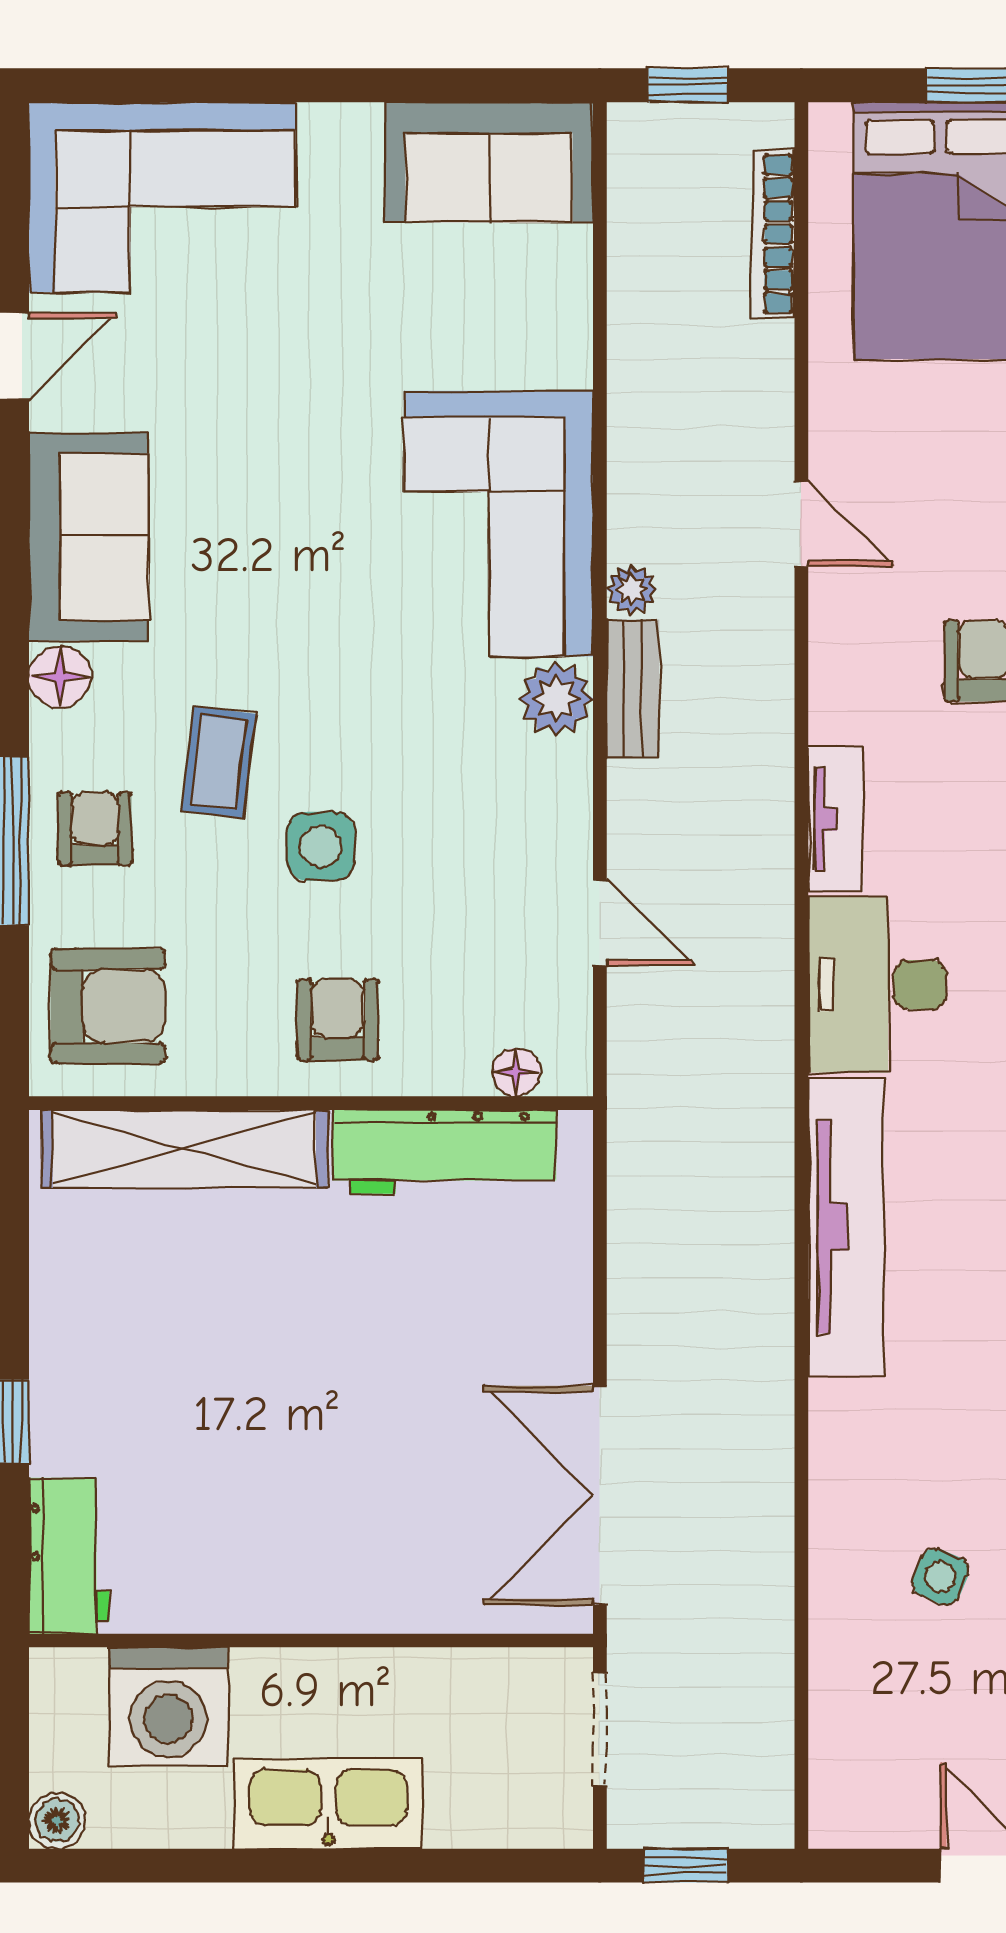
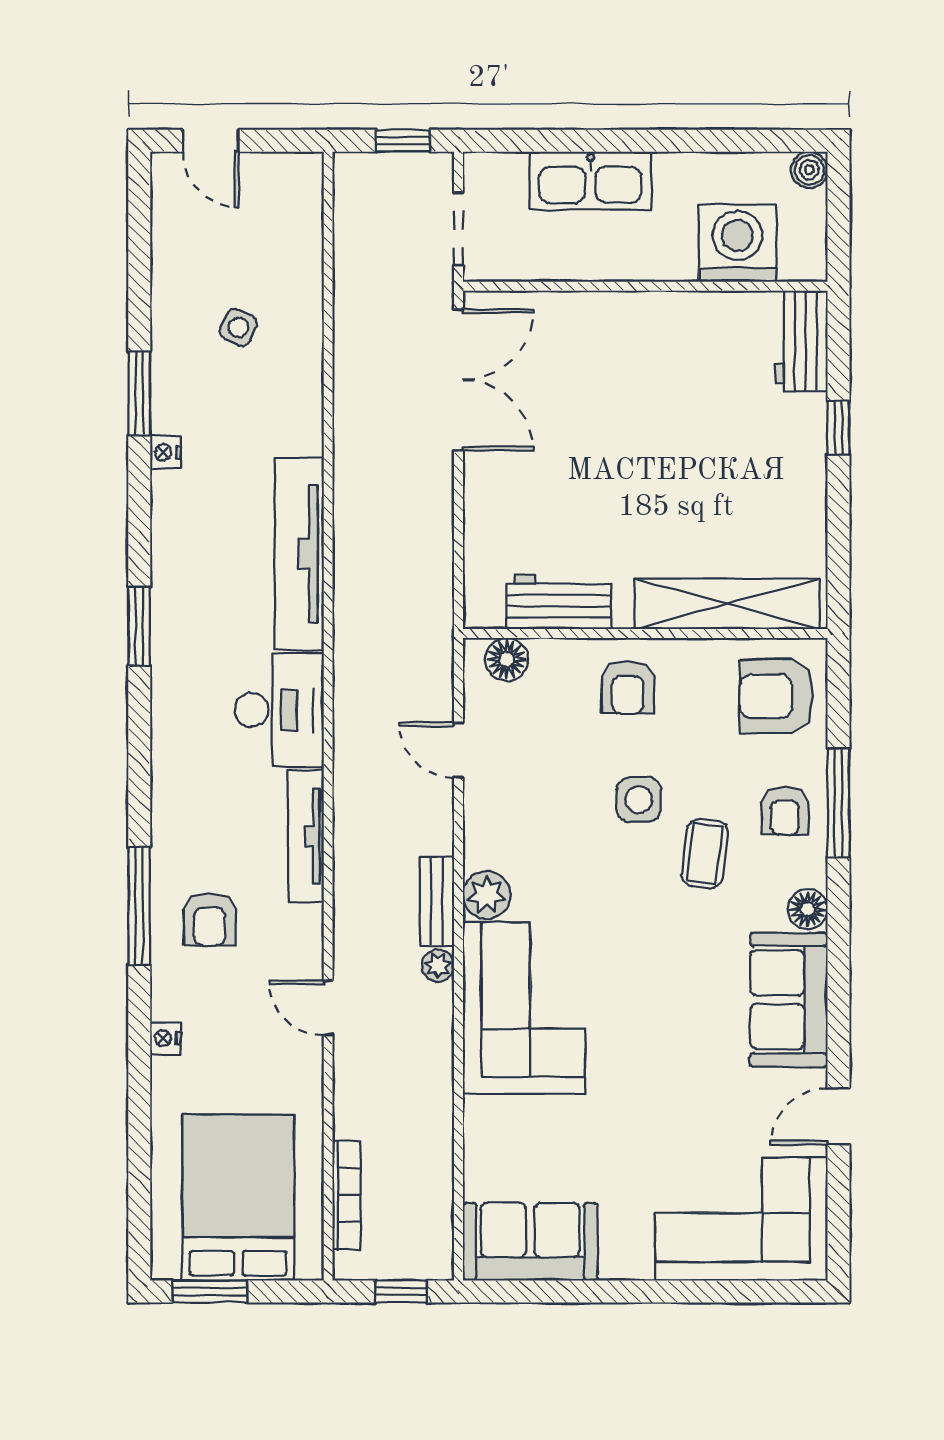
tv unit: (836, 819) -> (306, 836), width x1.41
floor lamp: (516, 1072) -> (507, 659), width x1.37, depth x1.37
workbench: (445, 1152) -> (559, 602), width x0.73
kitchen sink: (328, 1804) -> (590, 181), moved

